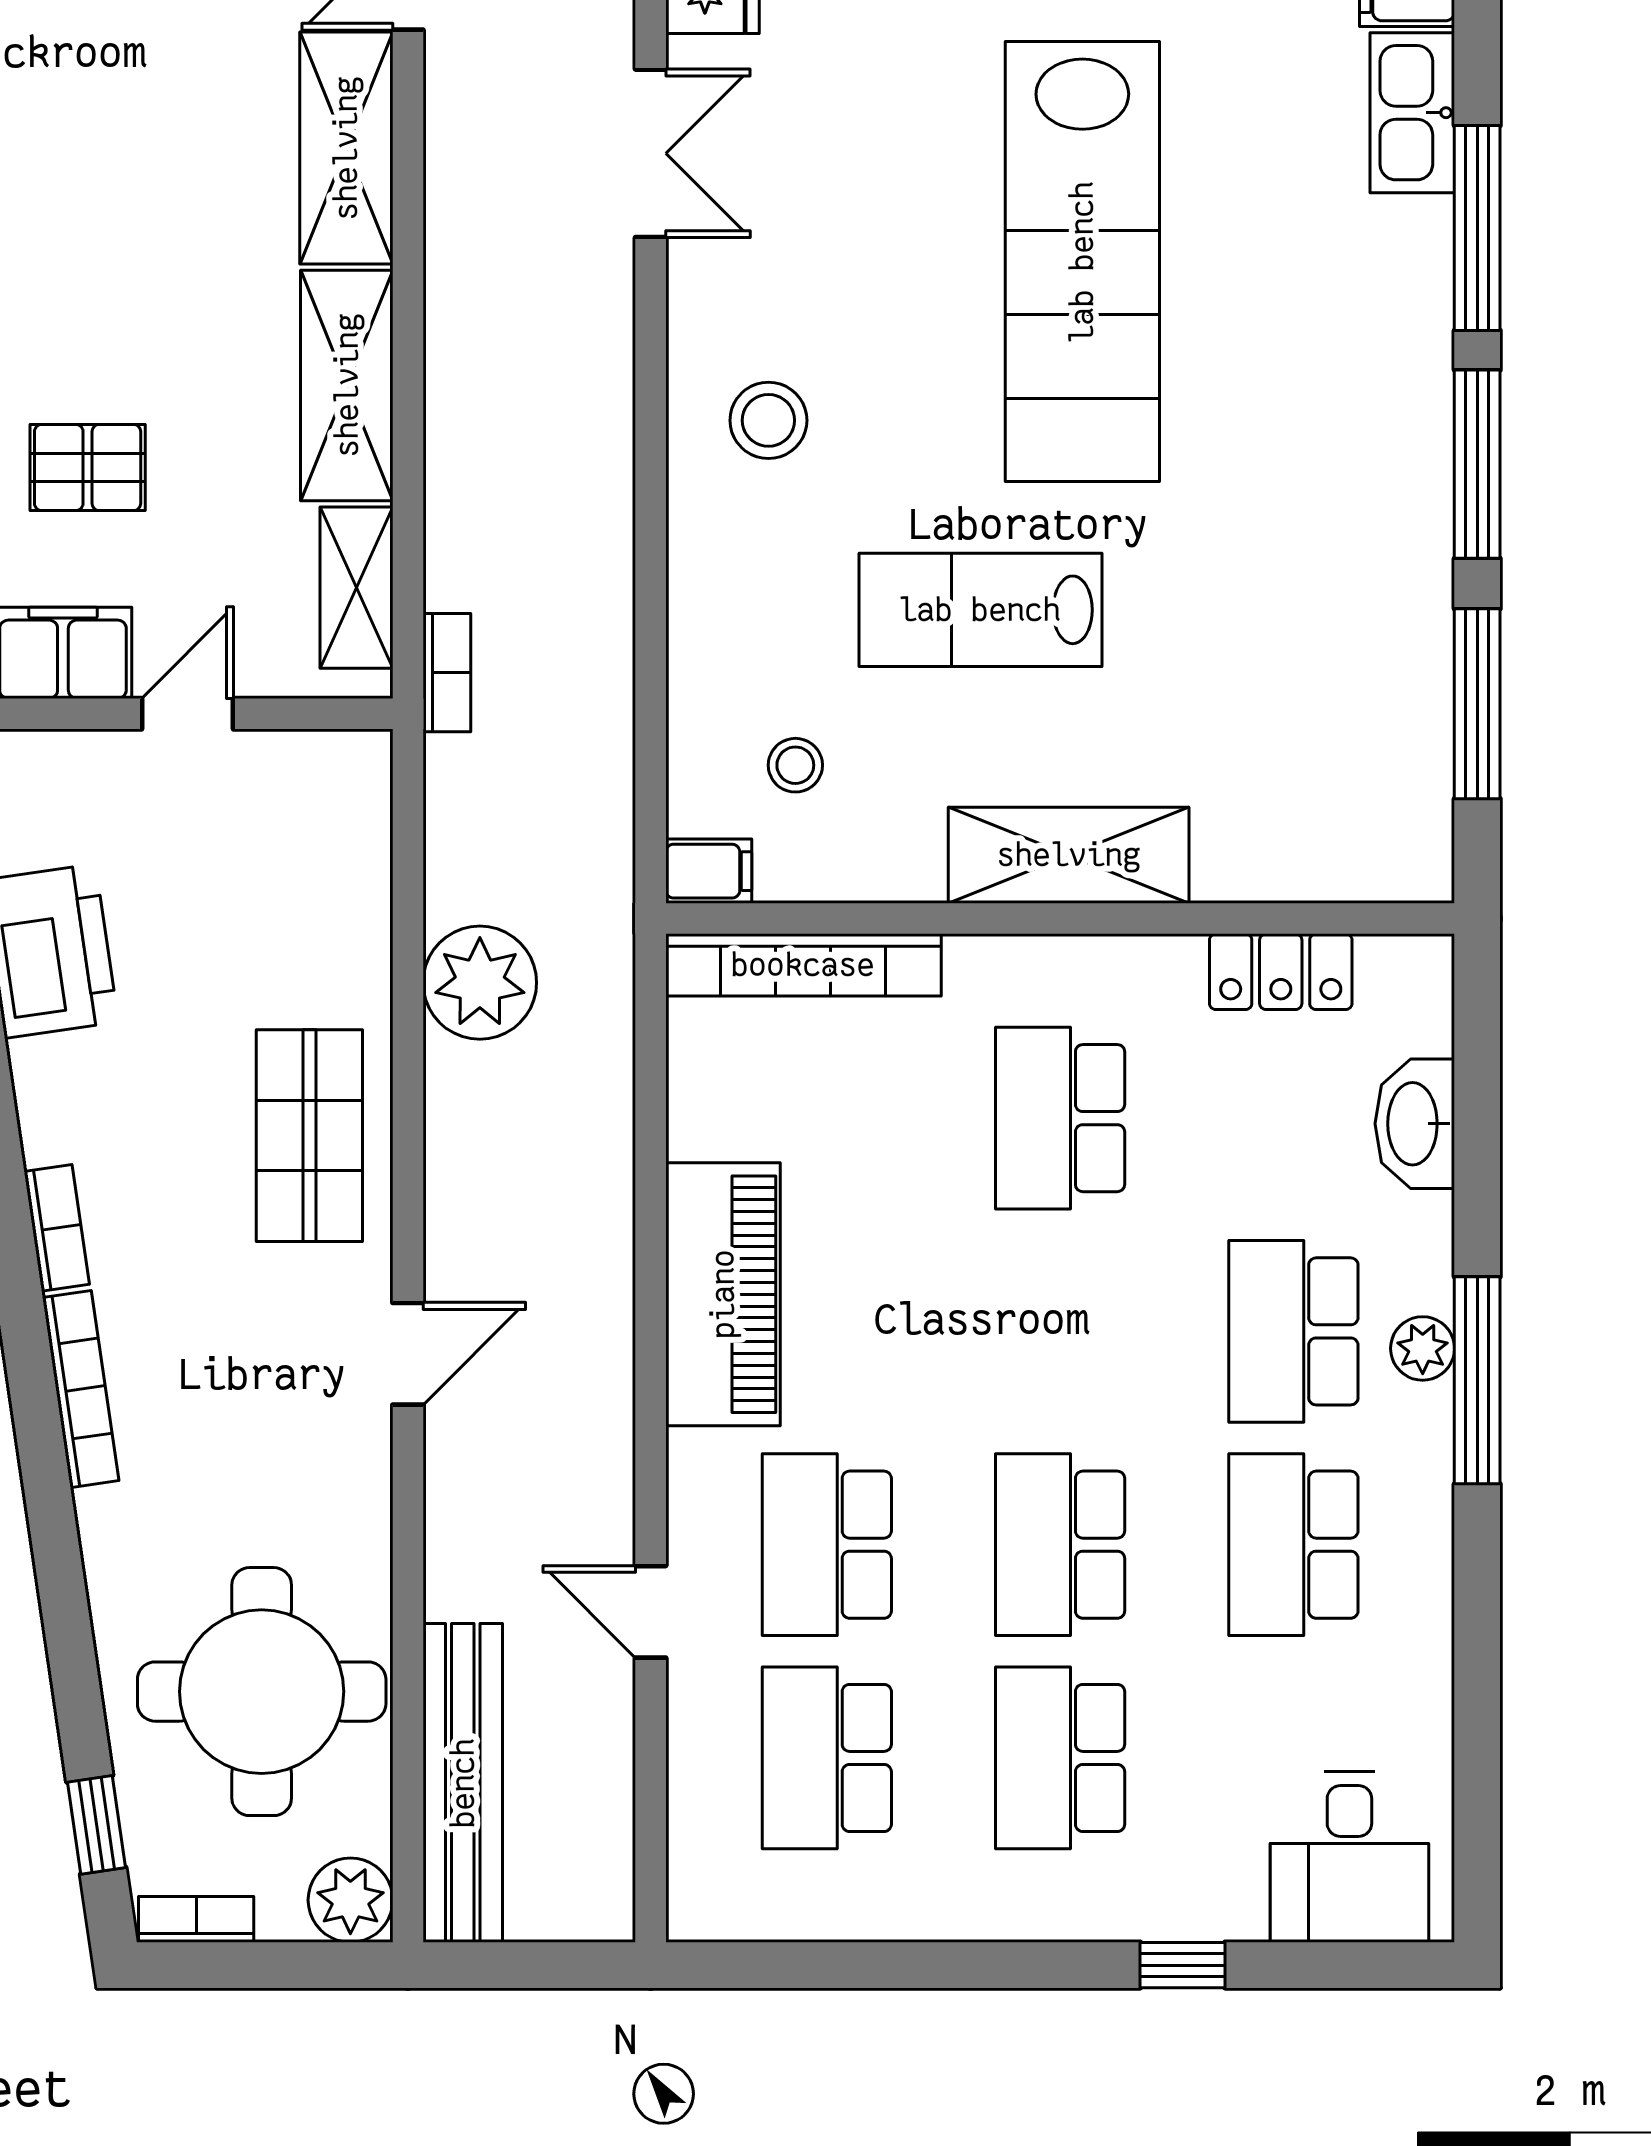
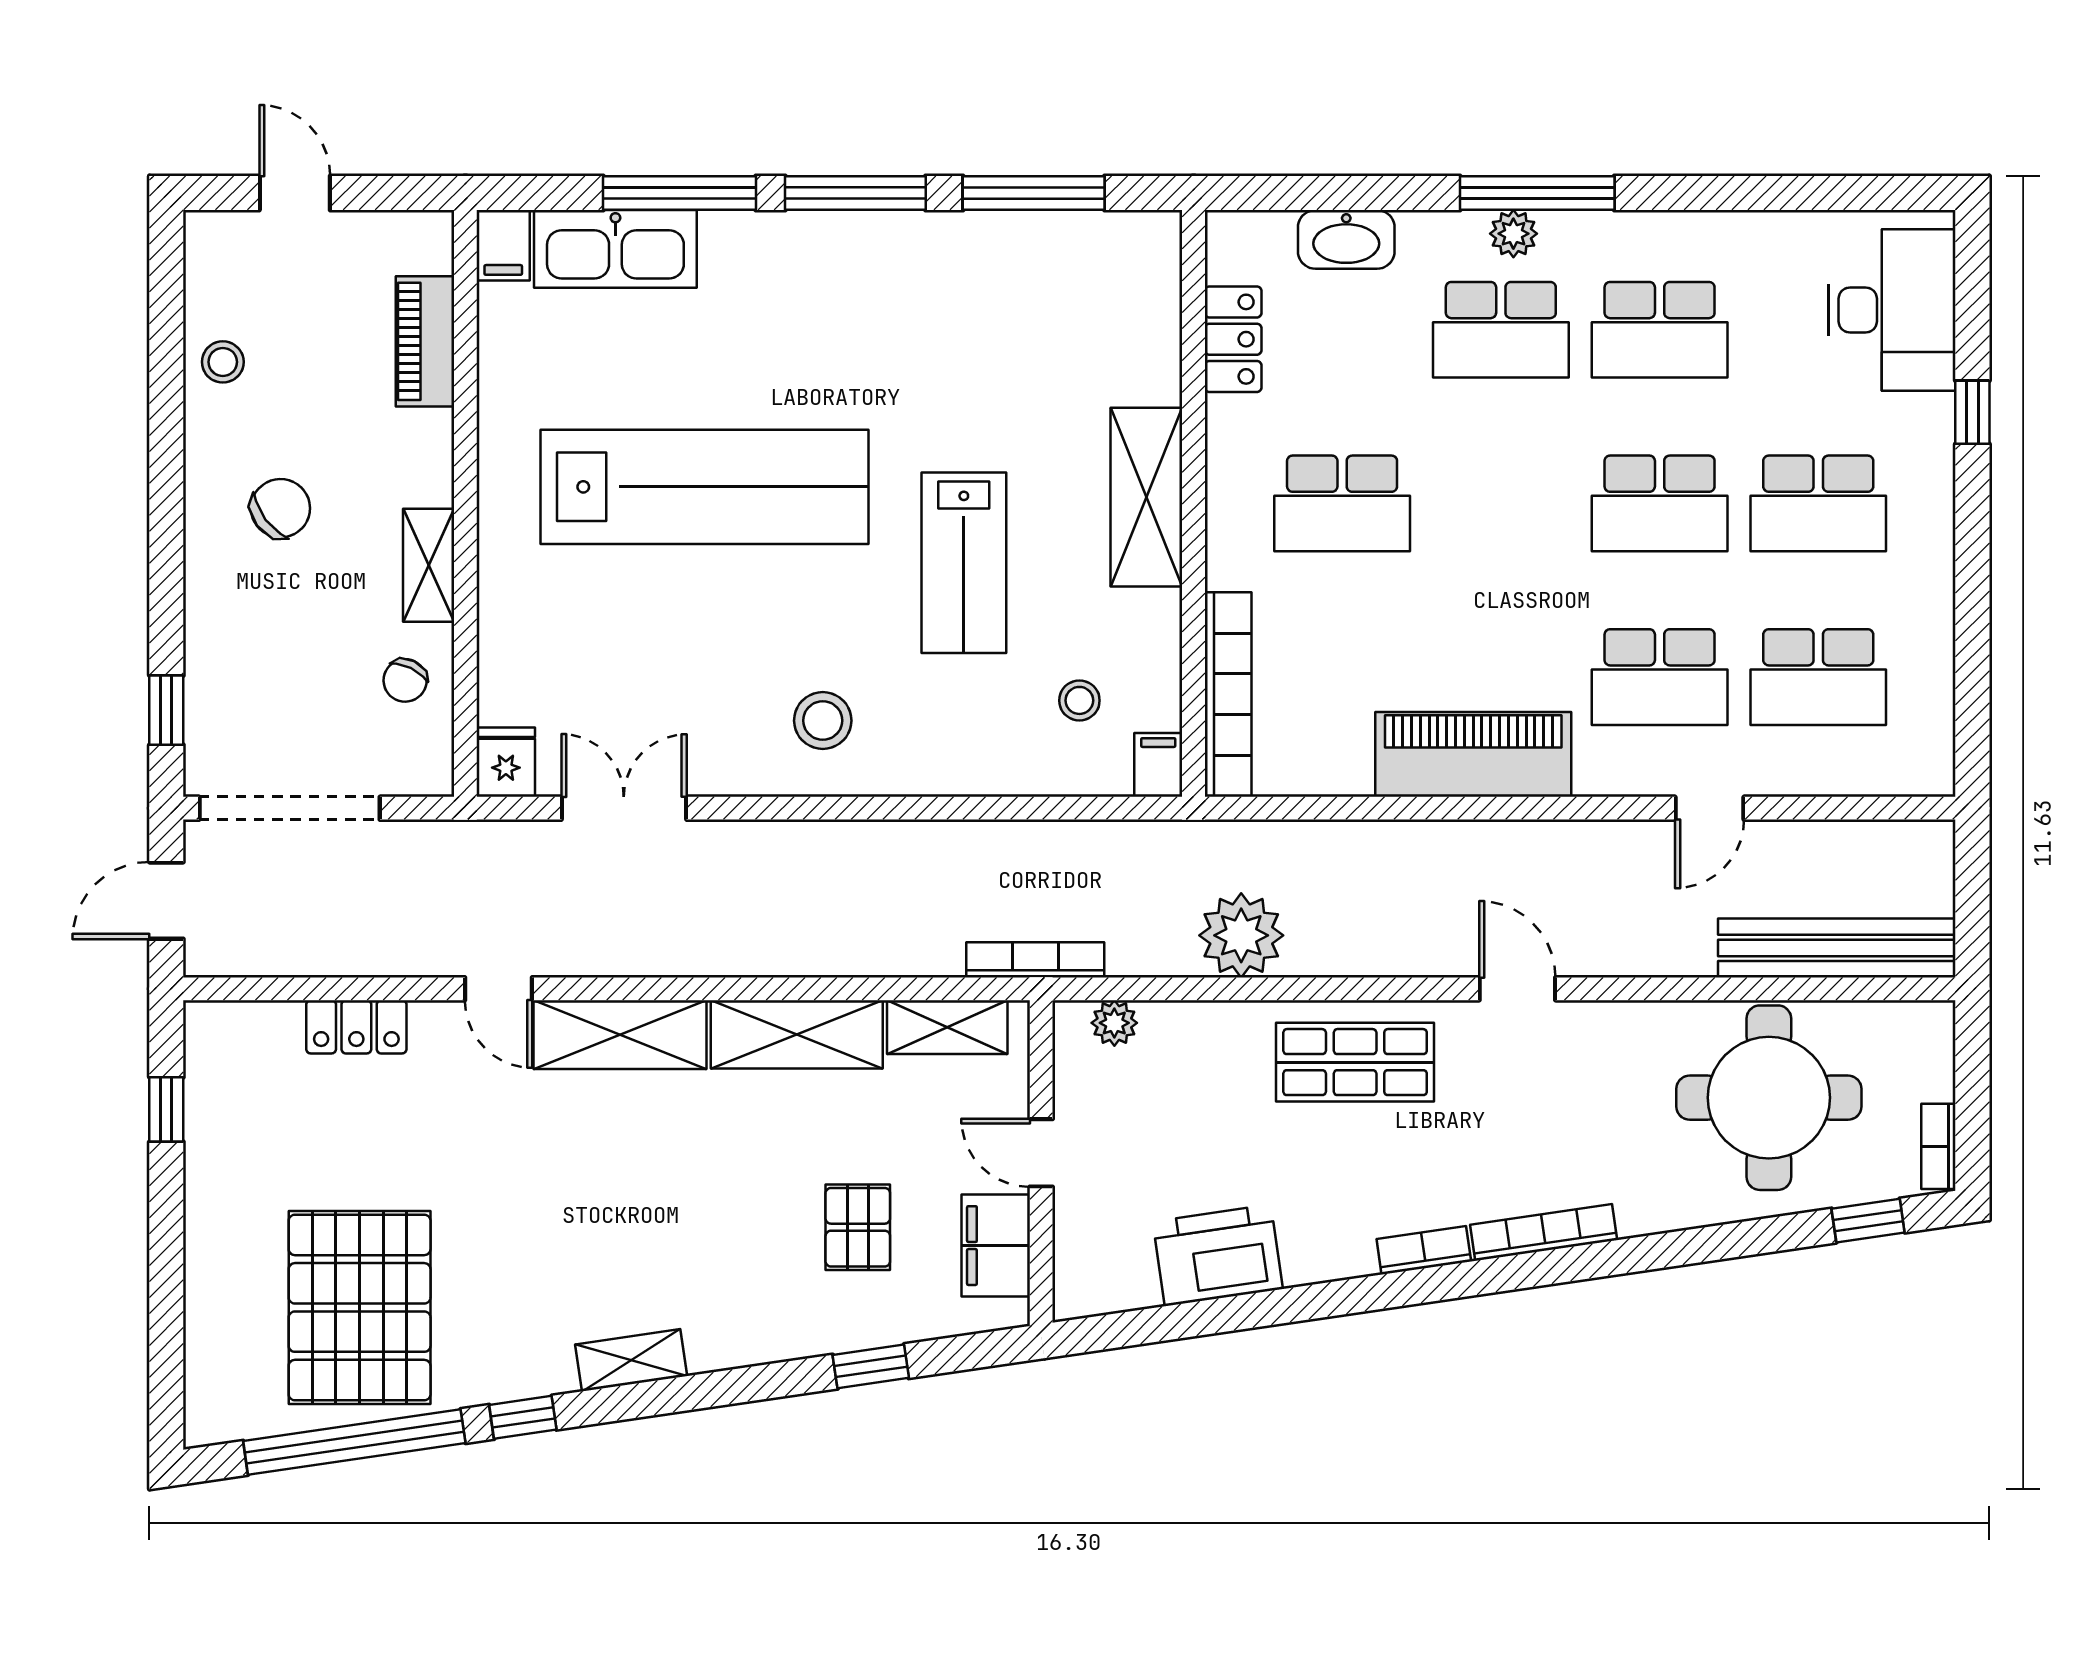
kitchen sink: (1412, 113) -> (615, 249), width x1.36, depth x1.24
bookcase: (447, 673) -> (1035, 960), width x1.56
desk: (1349, 1857) -> (1892, 310), width x1.37
plant: (350, 1900) -> (1114, 1023), moved, width x0.73, depth x0.73

